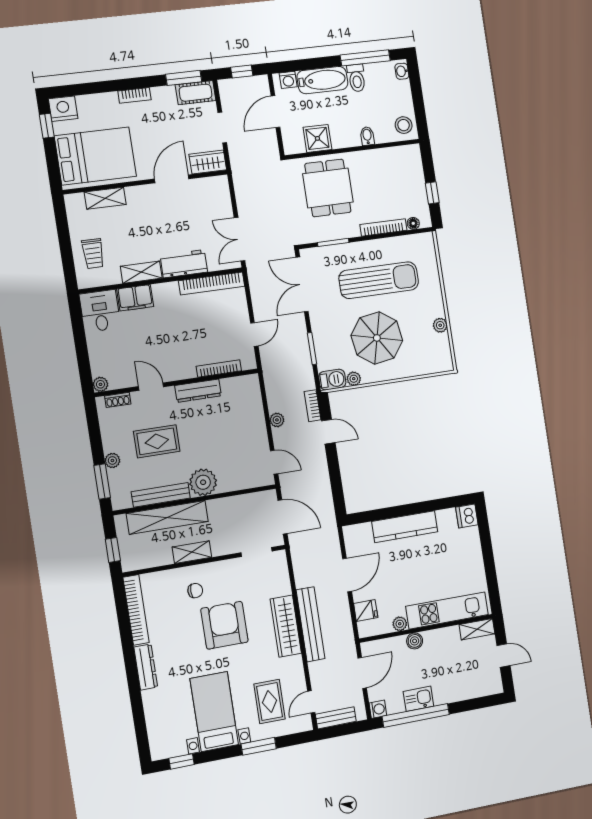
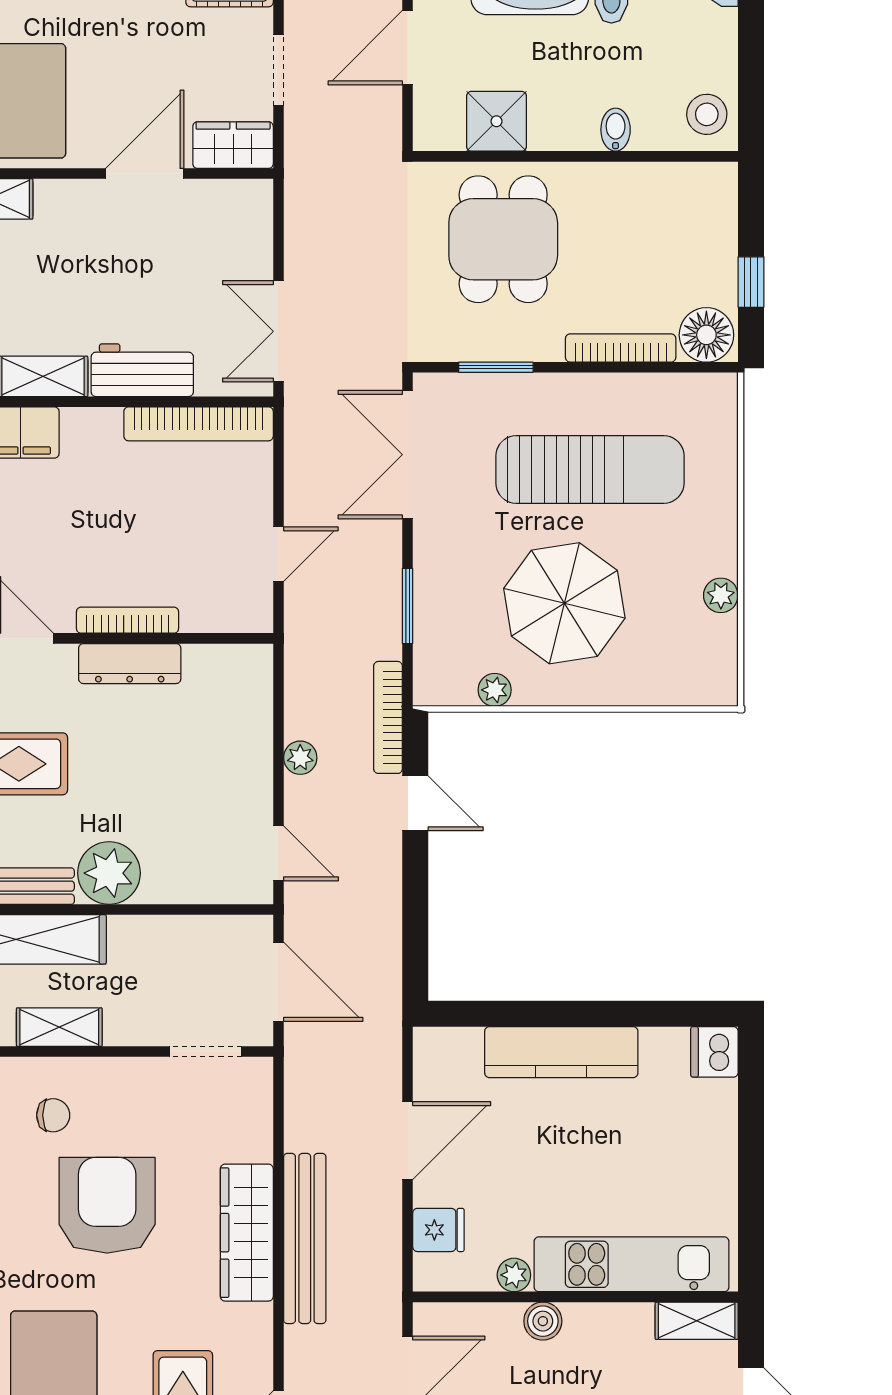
floor lamp: (413, 223) -> (706, 335), width x1.89, depth x1.89
bookcase: (219, 369) -> (128, 620), moved
barbecue: (332, 380) -> (444, 684), removed
bookcase: (313, 406) -> (388, 717), width x1.56

